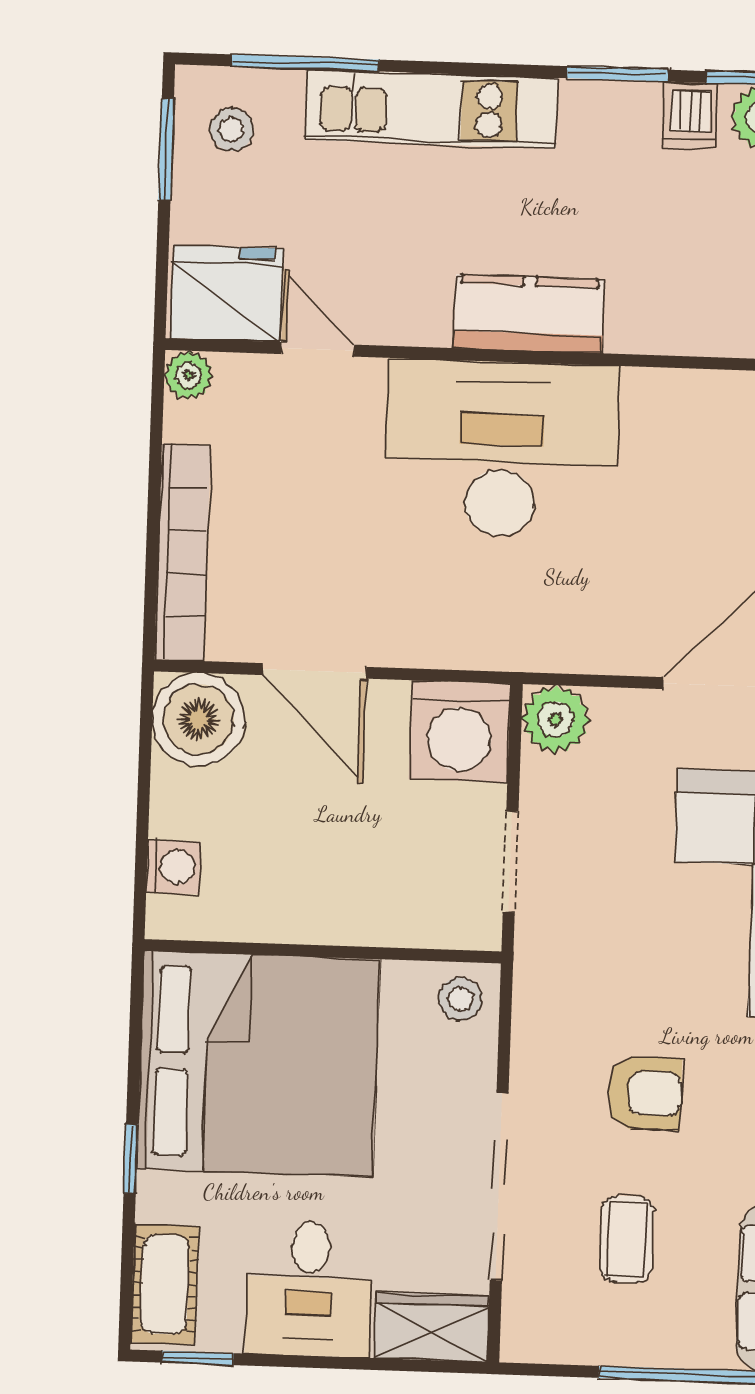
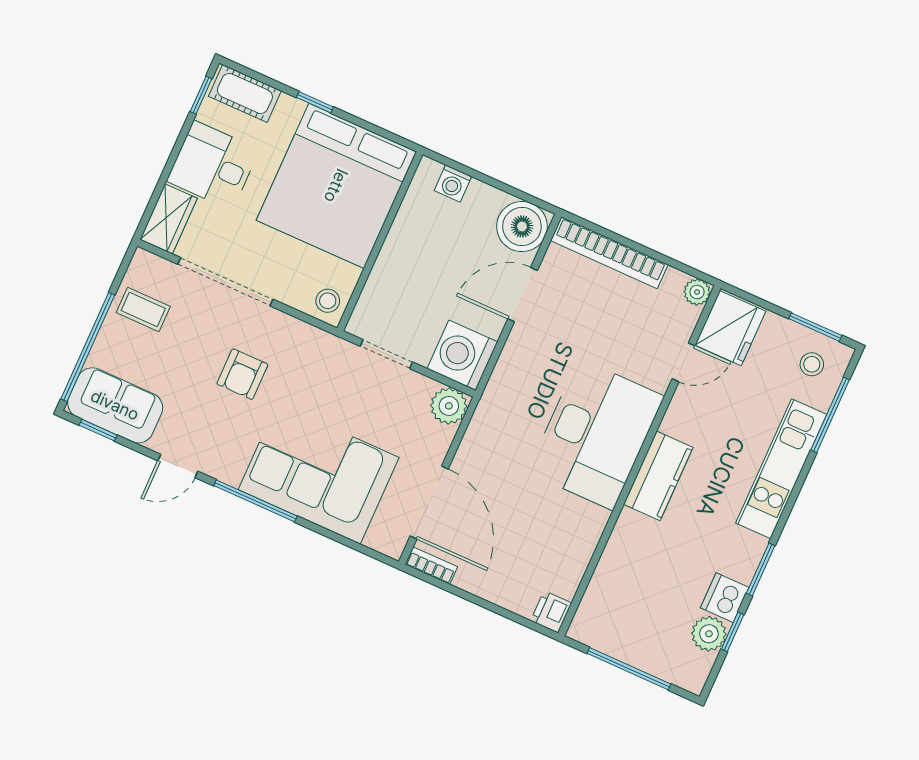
dishwasher: (690, 116) -> (725, 598), width x1.38
coffee table: (627, 1239) -> (143, 310), moved

